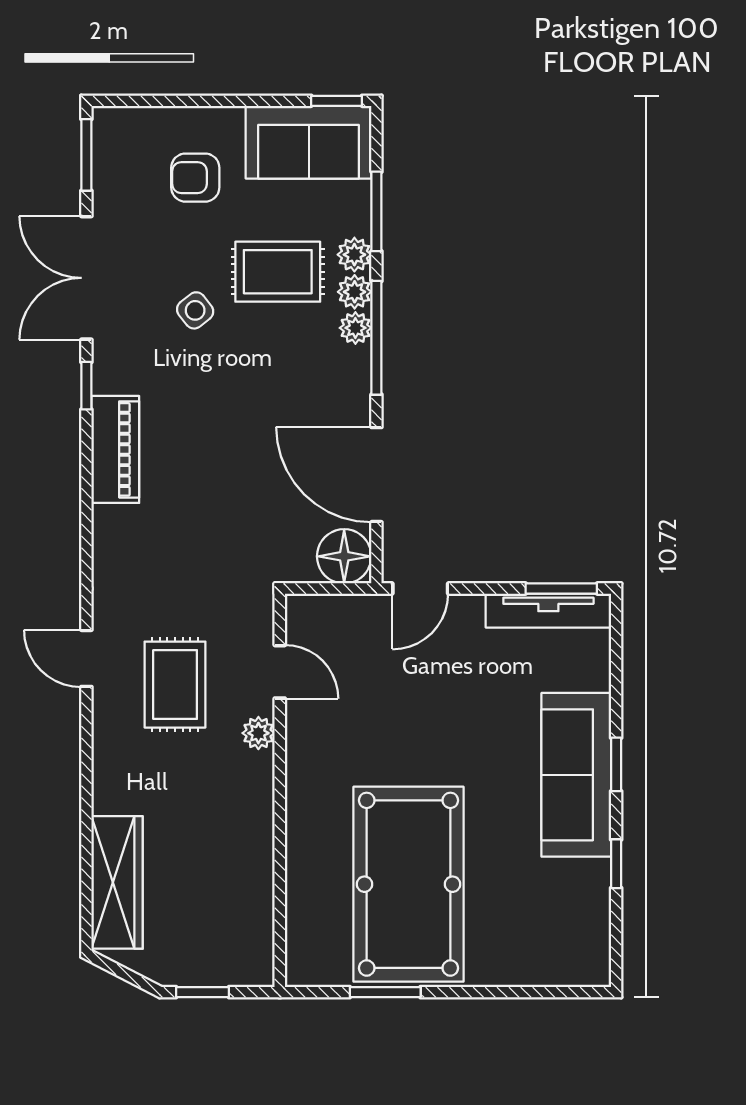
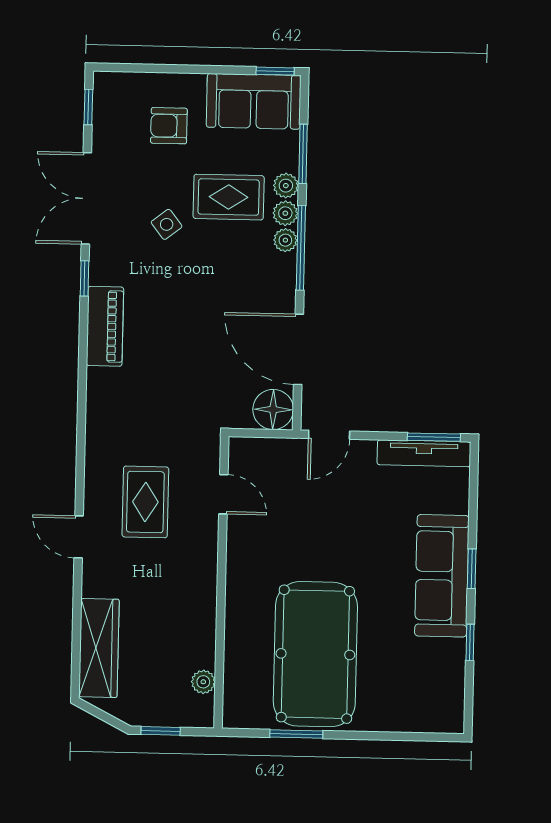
window: (86, 155) -> (88, 107), width x0.67
door: (86, 658) -> (79, 537), moved
plant: (258, 733) -> (203, 682), moved

